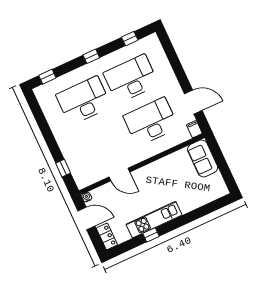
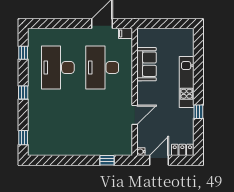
desk: (84, 101) -> (58, 116), removed
sofa: (203, 158) -> (147, 64), moved, turned -90
kitchen unit: (154, 220) -> (187, 82), moved

